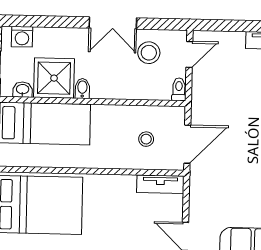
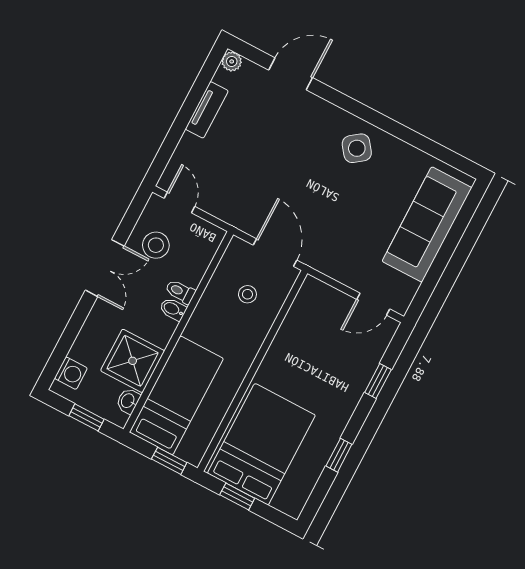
bidet: (82, 88) -> (173, 309), moved
toilet: (179, 89) -> (180, 292), moved
tv unit: (160, 184) -> (304, 303), removed

